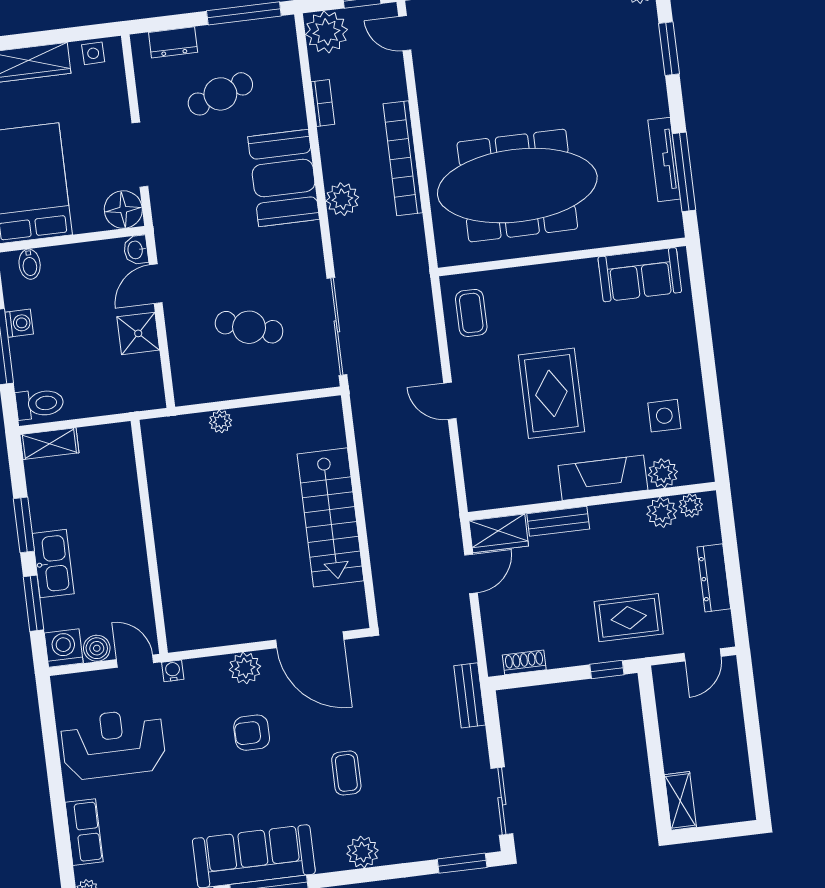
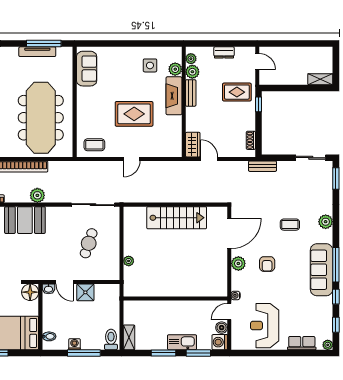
bench: (558, 521) -> (191, 93), moved
dresser: (714, 578) -> (224, 52), width x0.70
rug: (629, 618) -> (237, 92), turned 90

